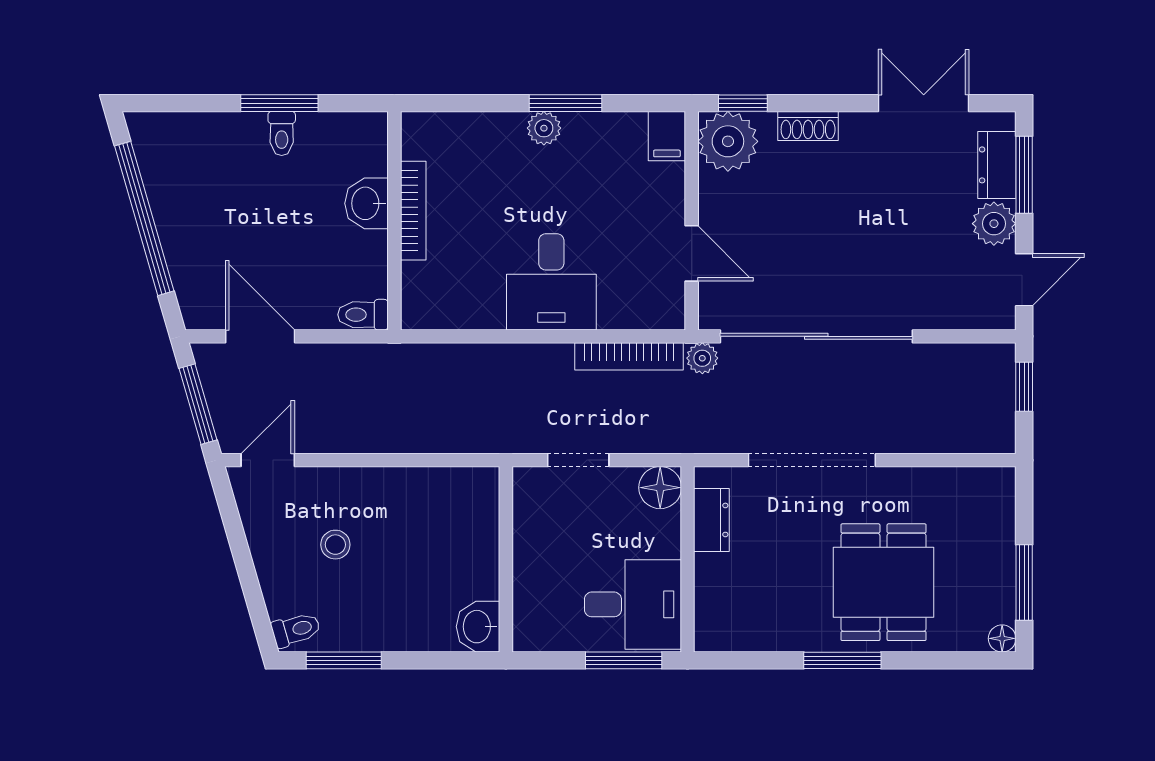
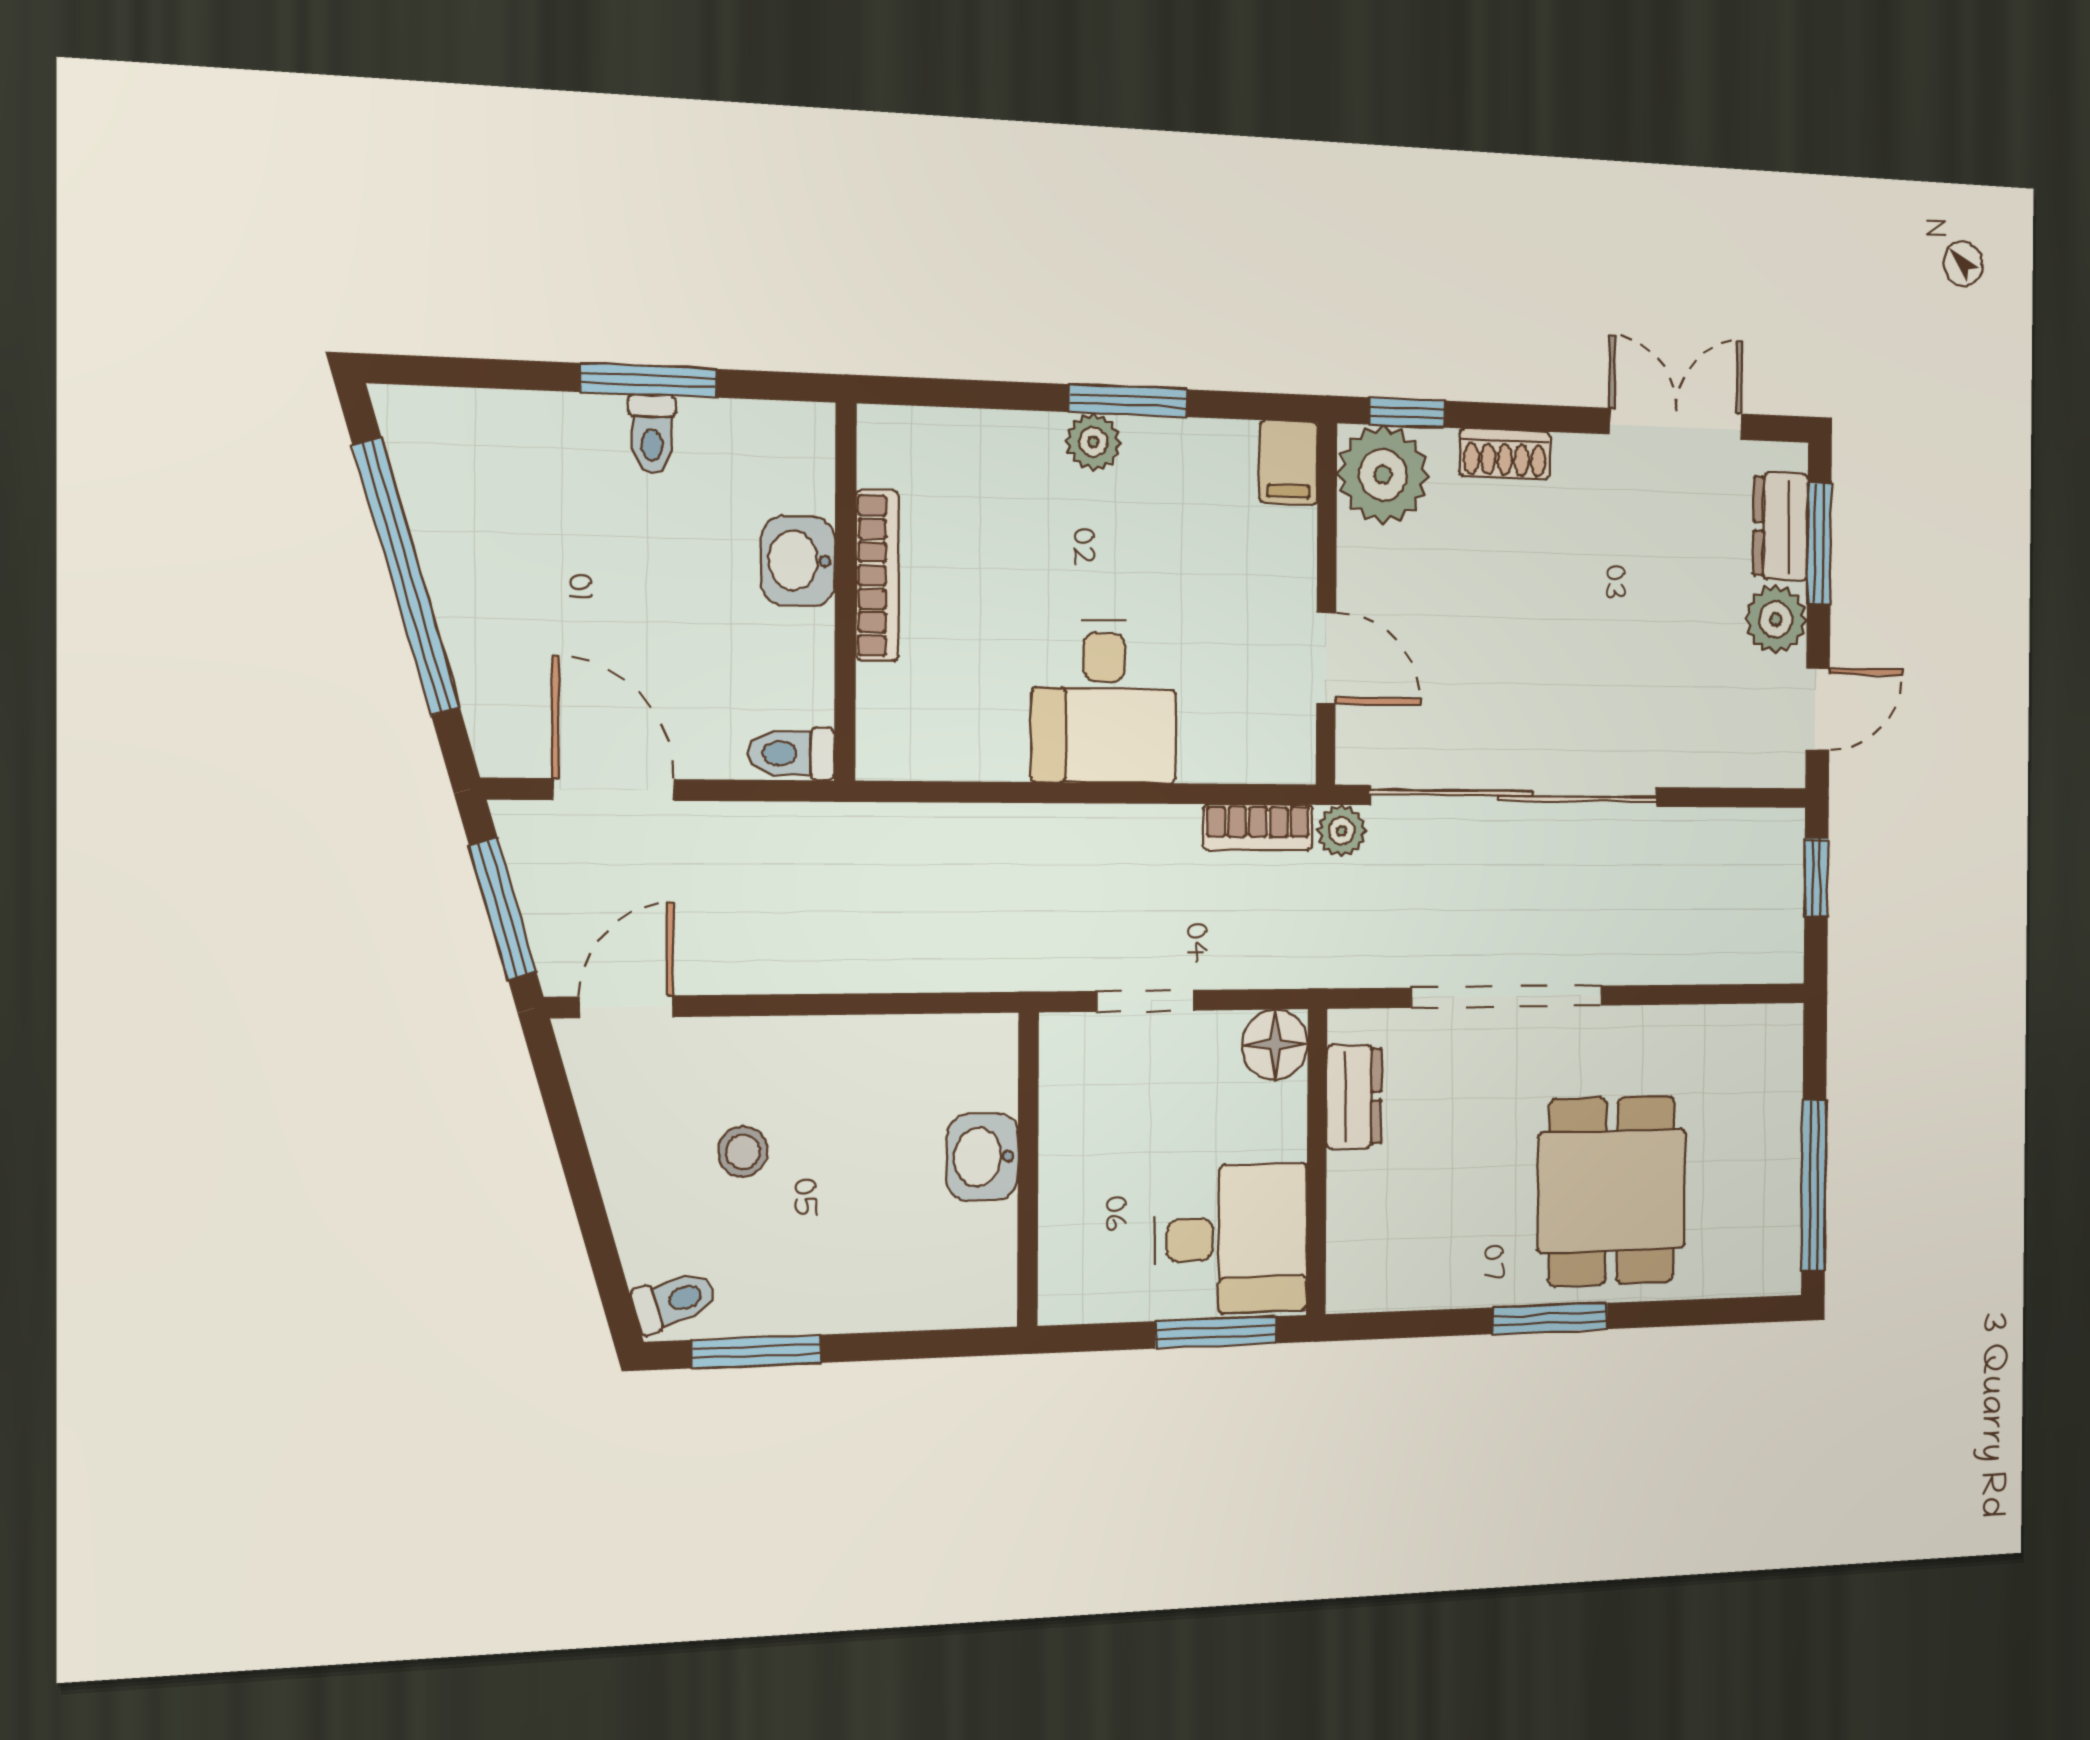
bookcase: (629, 356) -> (1258, 827), width x0.64
window: (1024, 583) -> (1814, 1185), width x1.44
washbasin: (478, 627) -> (983, 1157), moved
floor lamp: (1002, 638) -> (1782, 1274), removed

